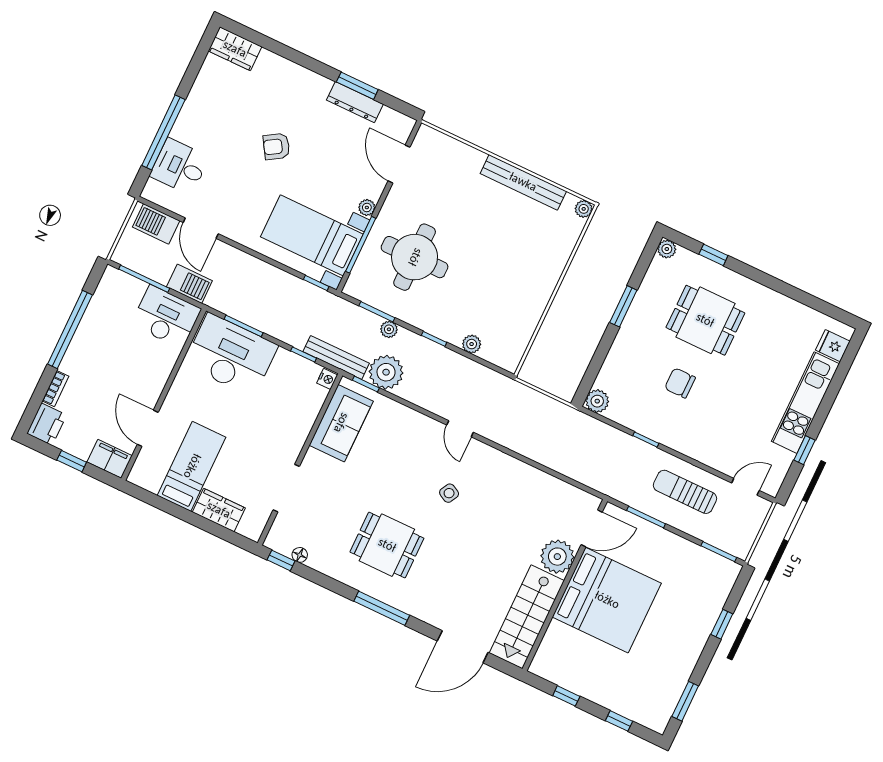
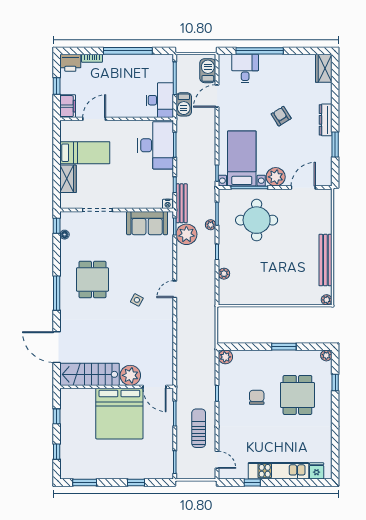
dresser: (355, 102) -> (326, 120), moved
plant: (367, 208) -> (276, 177), width x1.87, depth x1.87

